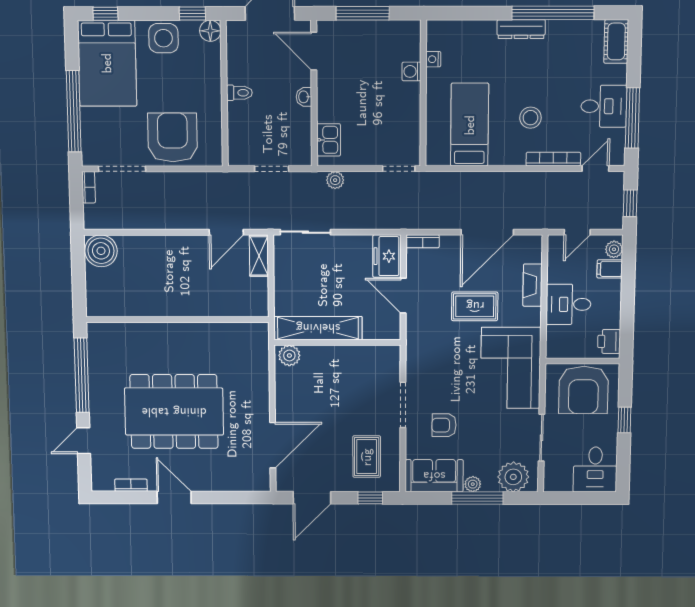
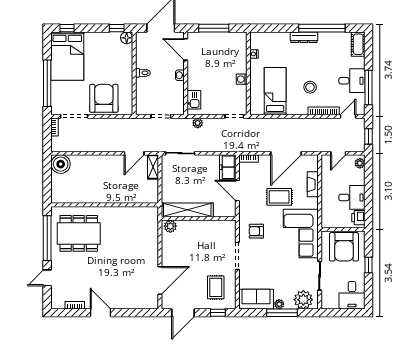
side table: (163, 38) -> (100, 42), removed
washing machine: (411, 71) -> (242, 79), moved
filing cabinet: (610, 269) -> (358, 175), removed
desk: (568, 304) -> (352, 197), moved, turned 180
dining table: (174, 412) -> (79, 233), moved, width x0.73, depth x0.80
armchair: (444, 425) -> (256, 231), moved

